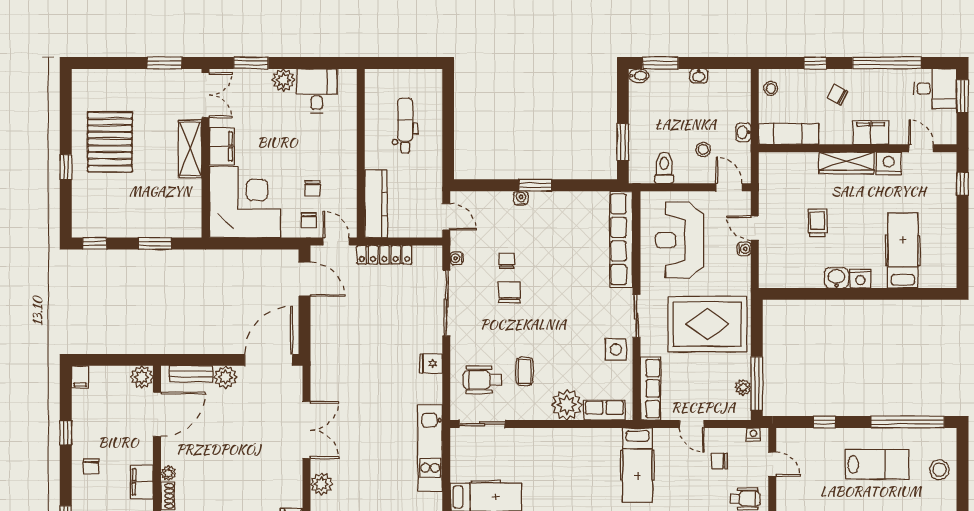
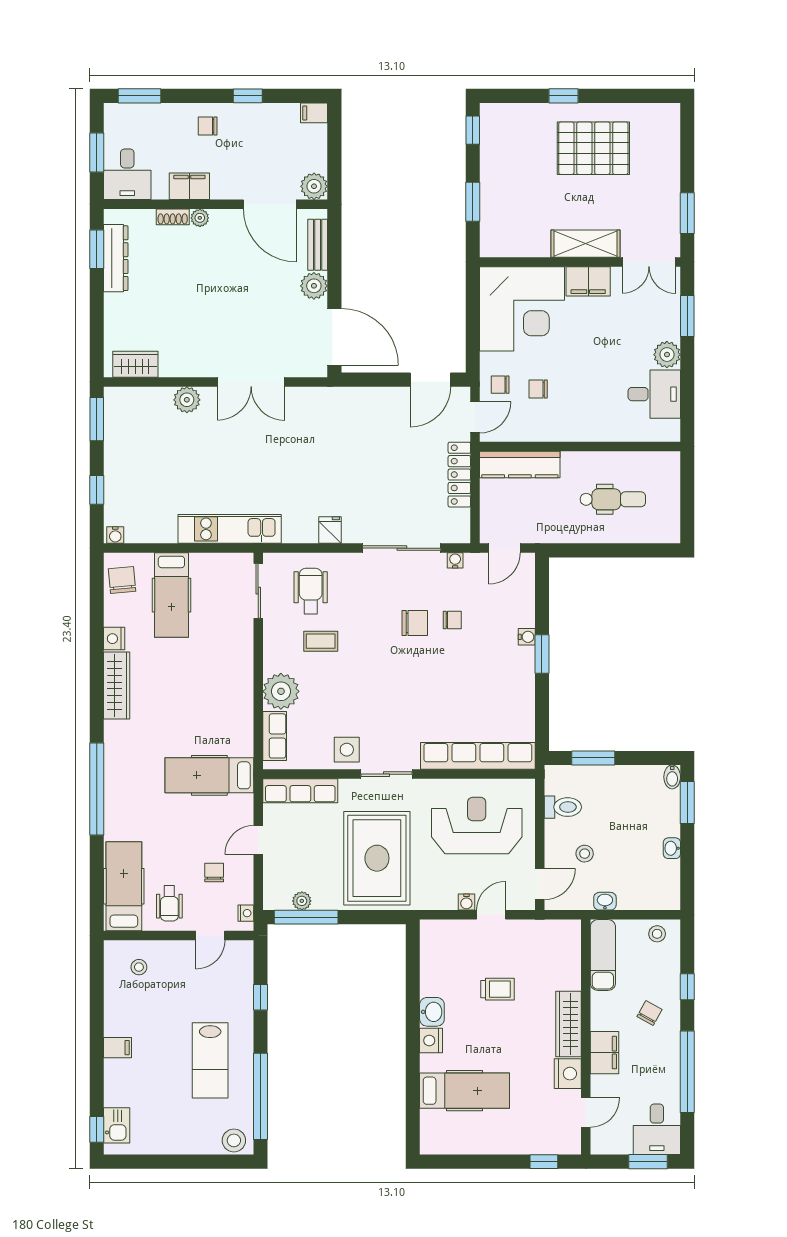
stool: (940, 470) -> (234, 1140), moved

